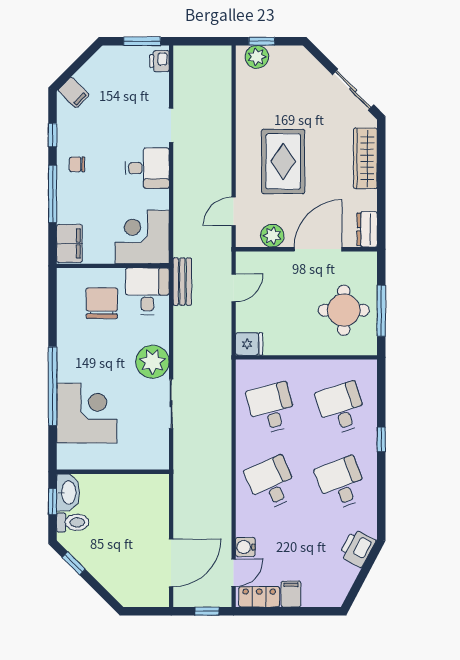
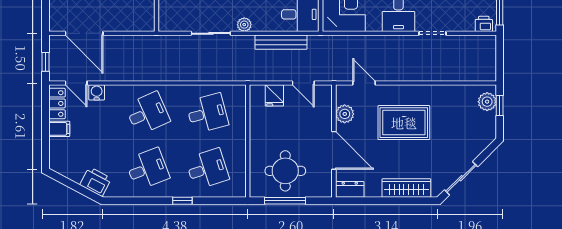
bench: (182, 282) -> (281, 42), moved, width x1.36
fridge: (249, 344) -> (274, 95), moved
plant: (152, 362) -> (244, 25), width x0.53, depth x0.53

